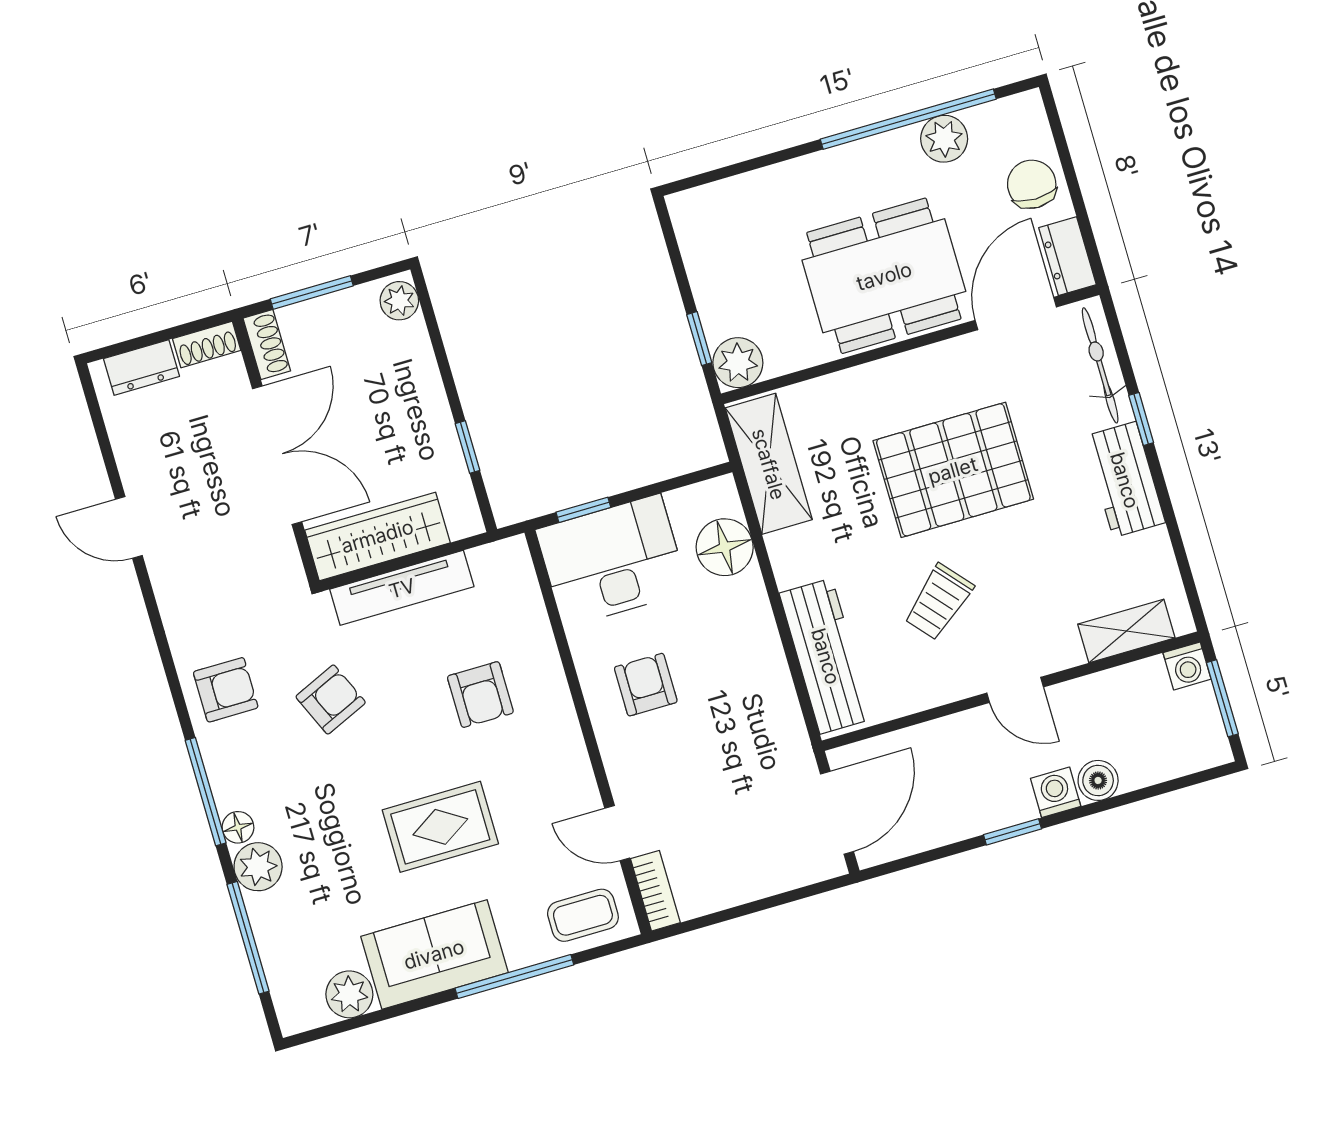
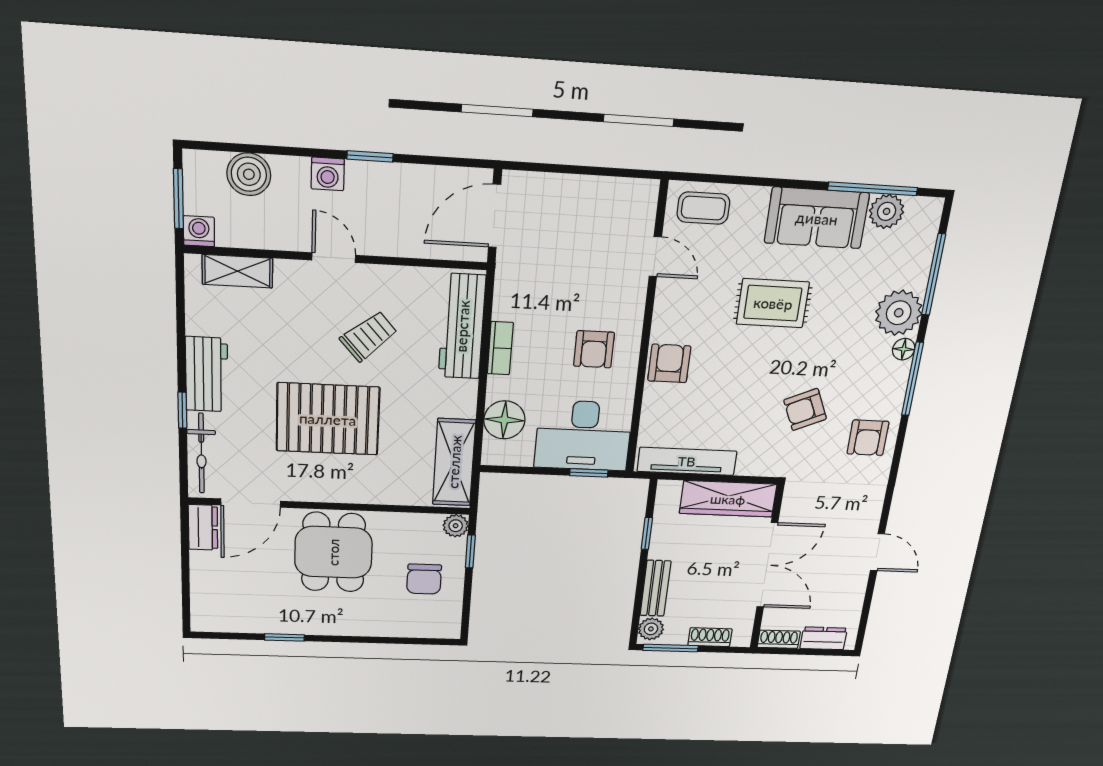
window: (908, 119) -> (284, 637), width x0.32
plant: (944, 139) -> (264, 620), removed
chair: (1032, 184) -> (424, 579), moved
dining table: (884, 276) -> (333, 552), width x0.73
window: (312, 292) -> (671, 648), moved
shoe rack: (267, 345) -> (710, 637), moved, turned 90
plant: (738, 363) -> (456, 526), width x0.73, depth x0.73
bench: (420, 367) -> (655, 588), added
double door: (277, 455) -> (767, 565), swing flipped
tv unit: (402, 588) -> (687, 461), moved
armchair: (226, 690) -> (868, 438), turned -90
armchair: (480, 695) -> (669, 363), moved
boiler: (1098, 780) -> (249, 174), moved, width x1.36, depth x1.36
plant: (258, 867) -> (899, 313), width x1.36, depth x1.36
bookcase: (655, 891) -> (500, 348), moved, turned 180
window: (514, 976) -> (873, 189), moved

